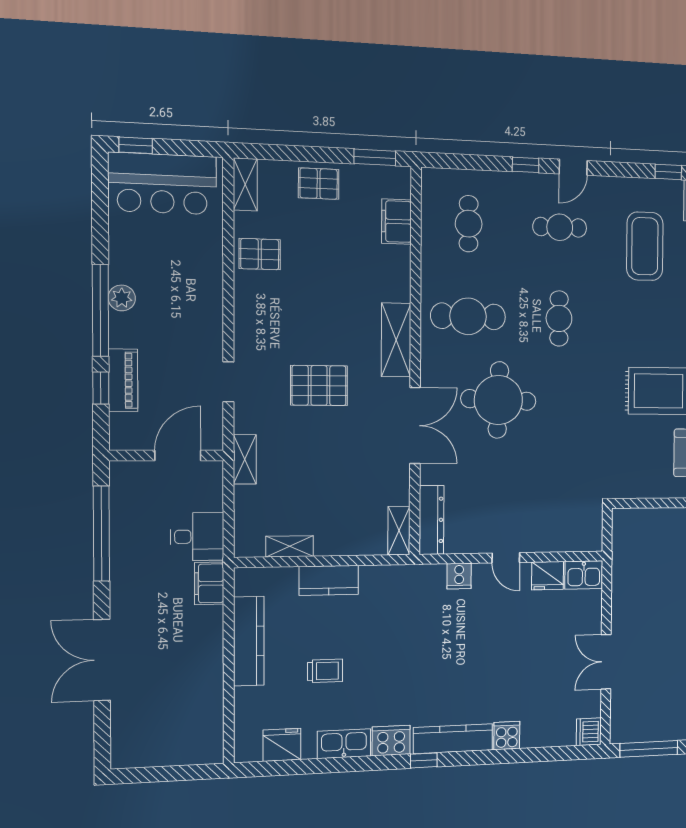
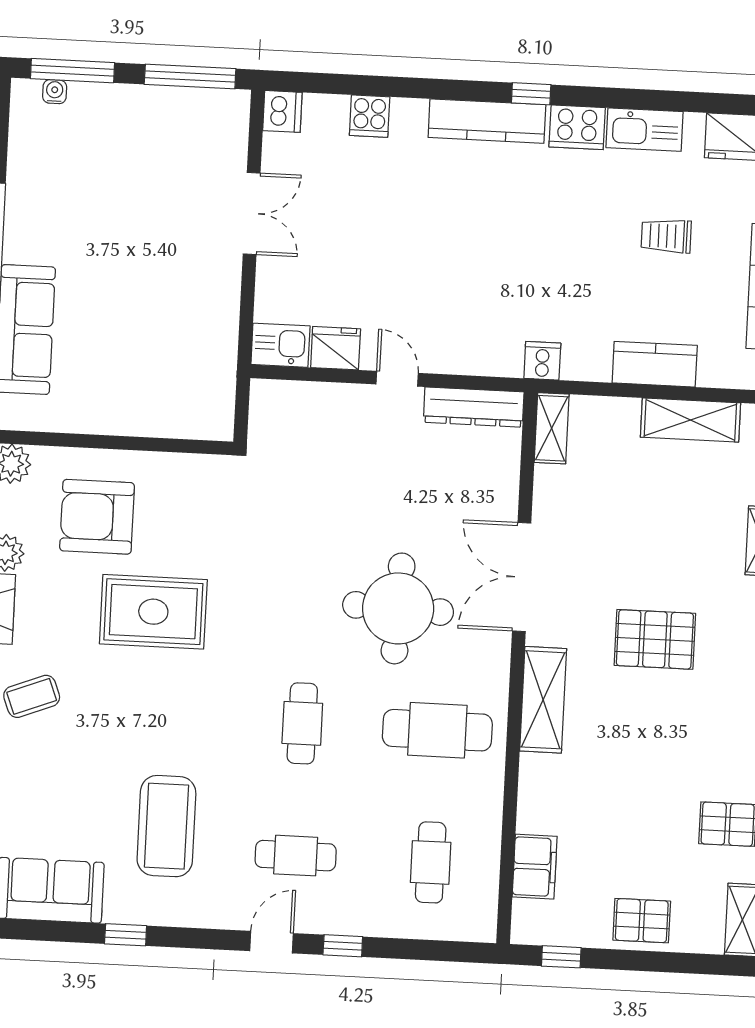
window: (375, 157) -> (561, 957), width x0.67
dresser: (431, 520) -> (474, 407), moved, turned -90
shelving: (289, 546) -> (690, 420), width x1.50, depth x1.33
cooker: (459, 576) -> (542, 361), moved
cooker: (507, 736) -> (370, 116), moved

